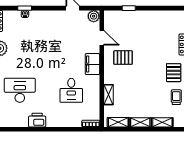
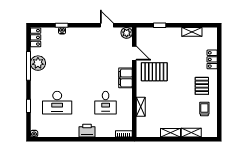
pallet: (123, 58) -> (154, 72), width x1.50, depth x1.42
desk: (20, 90) -> (57, 103), turned 180
printer: (37, 120) -> (87, 131), moved
shelving: (118, 122) -> (192, 32), moved

